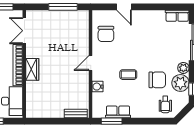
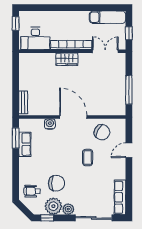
row of seats: (177, 16) -> (120, 197), width x1.48
chair: (106, 34) -> (102, 132), turned -152
door: (91, 63) -> (73, 117), width x1.87
coffee table: (128, 75) -> (88, 158), moved
chair: (157, 80) -> (56, 183), turned -90

